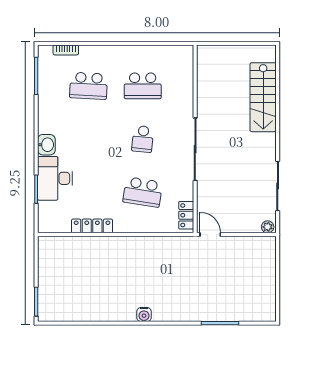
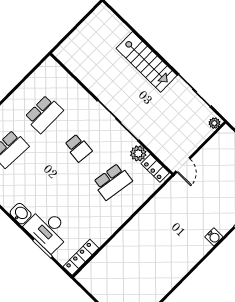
stairs: (263, 97) -> (147, 62), moved
plant: (185, 190) -> (138, 153), added
locker: (92, 226) -> (81, 257), moved
door: (210, 235) -> (183, 165), swing flipped
water cooler: (144, 315) -> (214, 237), moved

